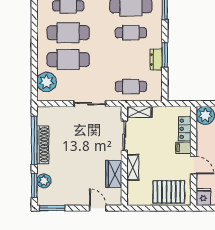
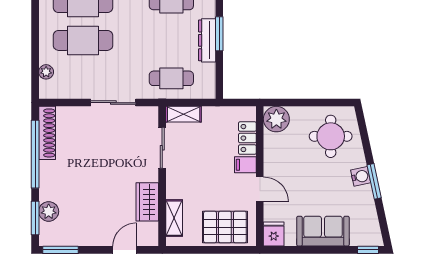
dresser: (156, 60) -> (207, 40), width x1.44
plant: (47, 82) -> (46, 72), width x0.53, depth x0.53
shoe rack: (43, 145) -> (47, 133), moved
shelving: (133, 167) -> (174, 218), moved
door: (98, 208) -> (125, 250), hinge flipped

